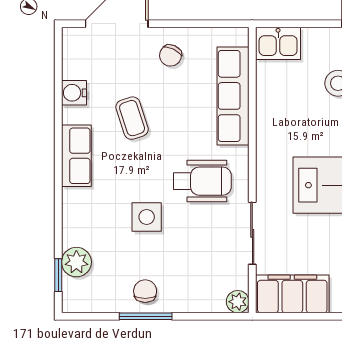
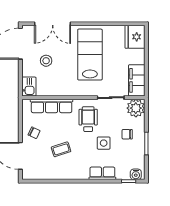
water cooler: (74, 93) -> (136, 174), moved
row of seats: (76, 156) -> (102, 173), moved
plant: (76, 262) -> (123, 173), removed
chair: (145, 291) -> (127, 134), moved
plant: (238, 302) -> (136, 108), width x1.88, depth x1.88

